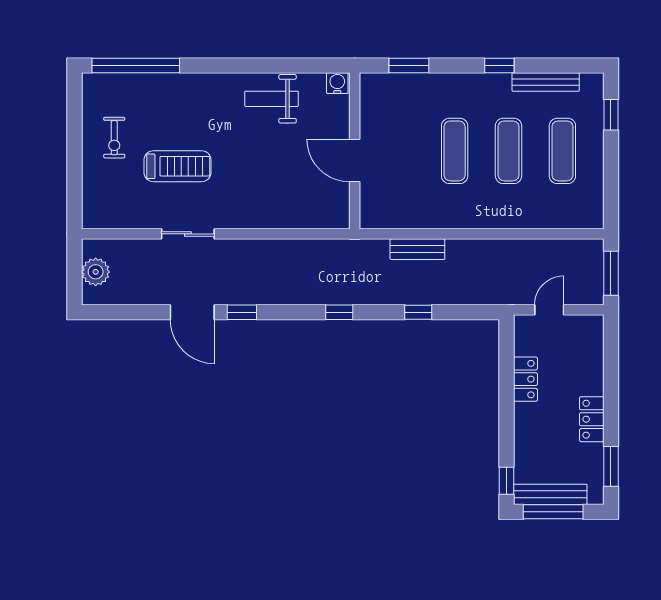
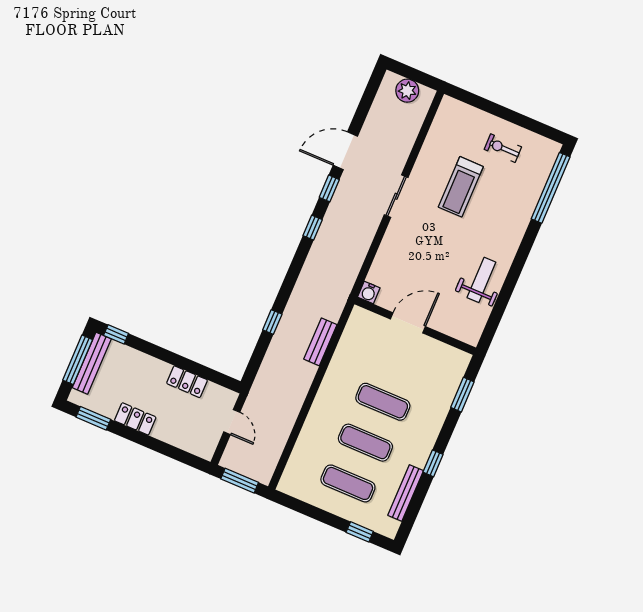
water cooler: (337, 83) -> (369, 292), moved, turned 90
sliding door: (188, 234) -> (396, 196), moved
window: (339, 312) -> (313, 228), moved

